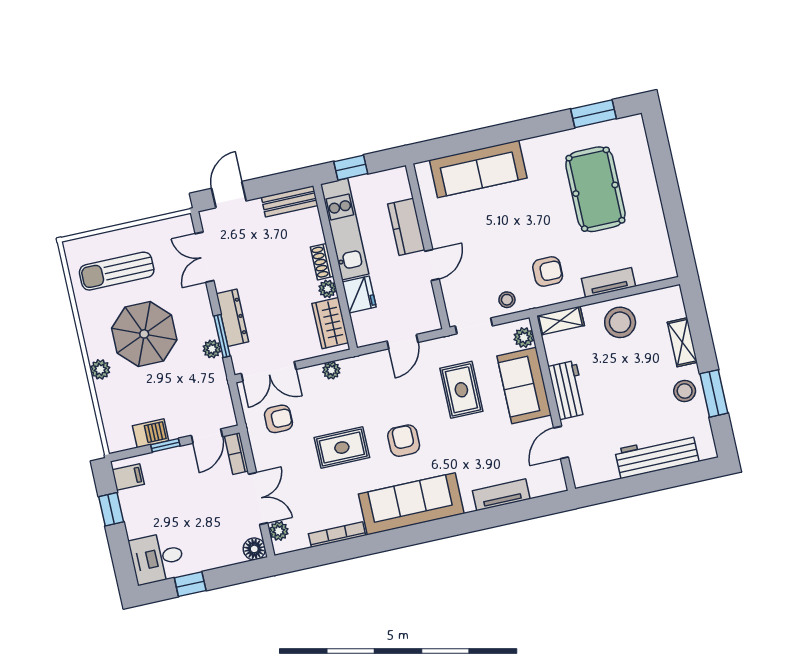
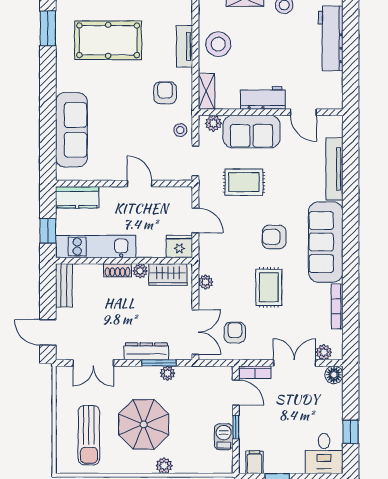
kitchen counter: (406, 227) -> (77, 197), moved
fridge: (359, 295) -> (179, 247), moved
tv unit: (501, 495) -> (334, 169), width x1.41

